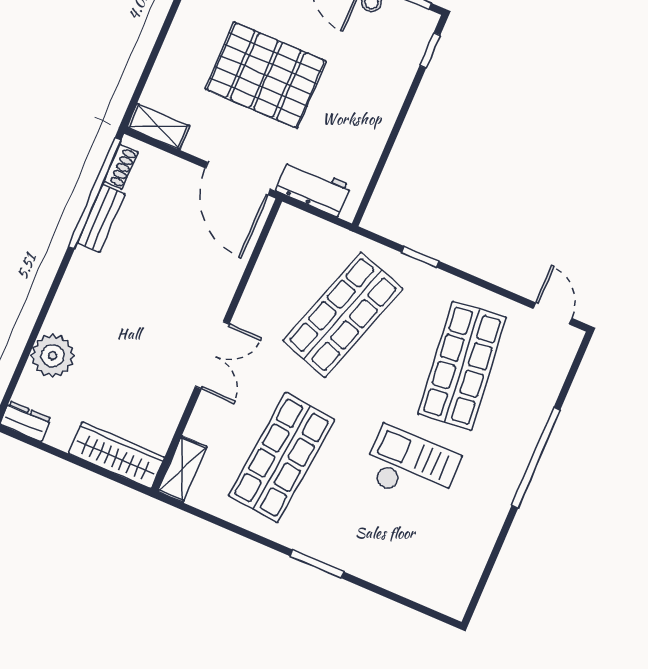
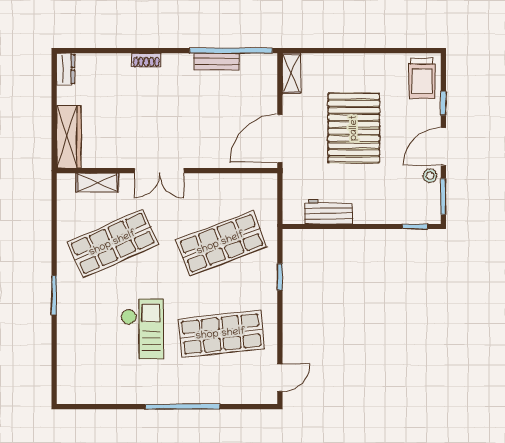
shoe rack: (121, 167) -> (146, 60), moved
workbench: (313, 188) -> (328, 212), moved, turned -90
shop shelf: (343, 315) -> (221, 243), turned -39
plant: (53, 356) -> (115, 68), removed
shop shelf: (282, 458) -> (113, 243), turned -30
shelving: (182, 469) -> (97, 183), moved

